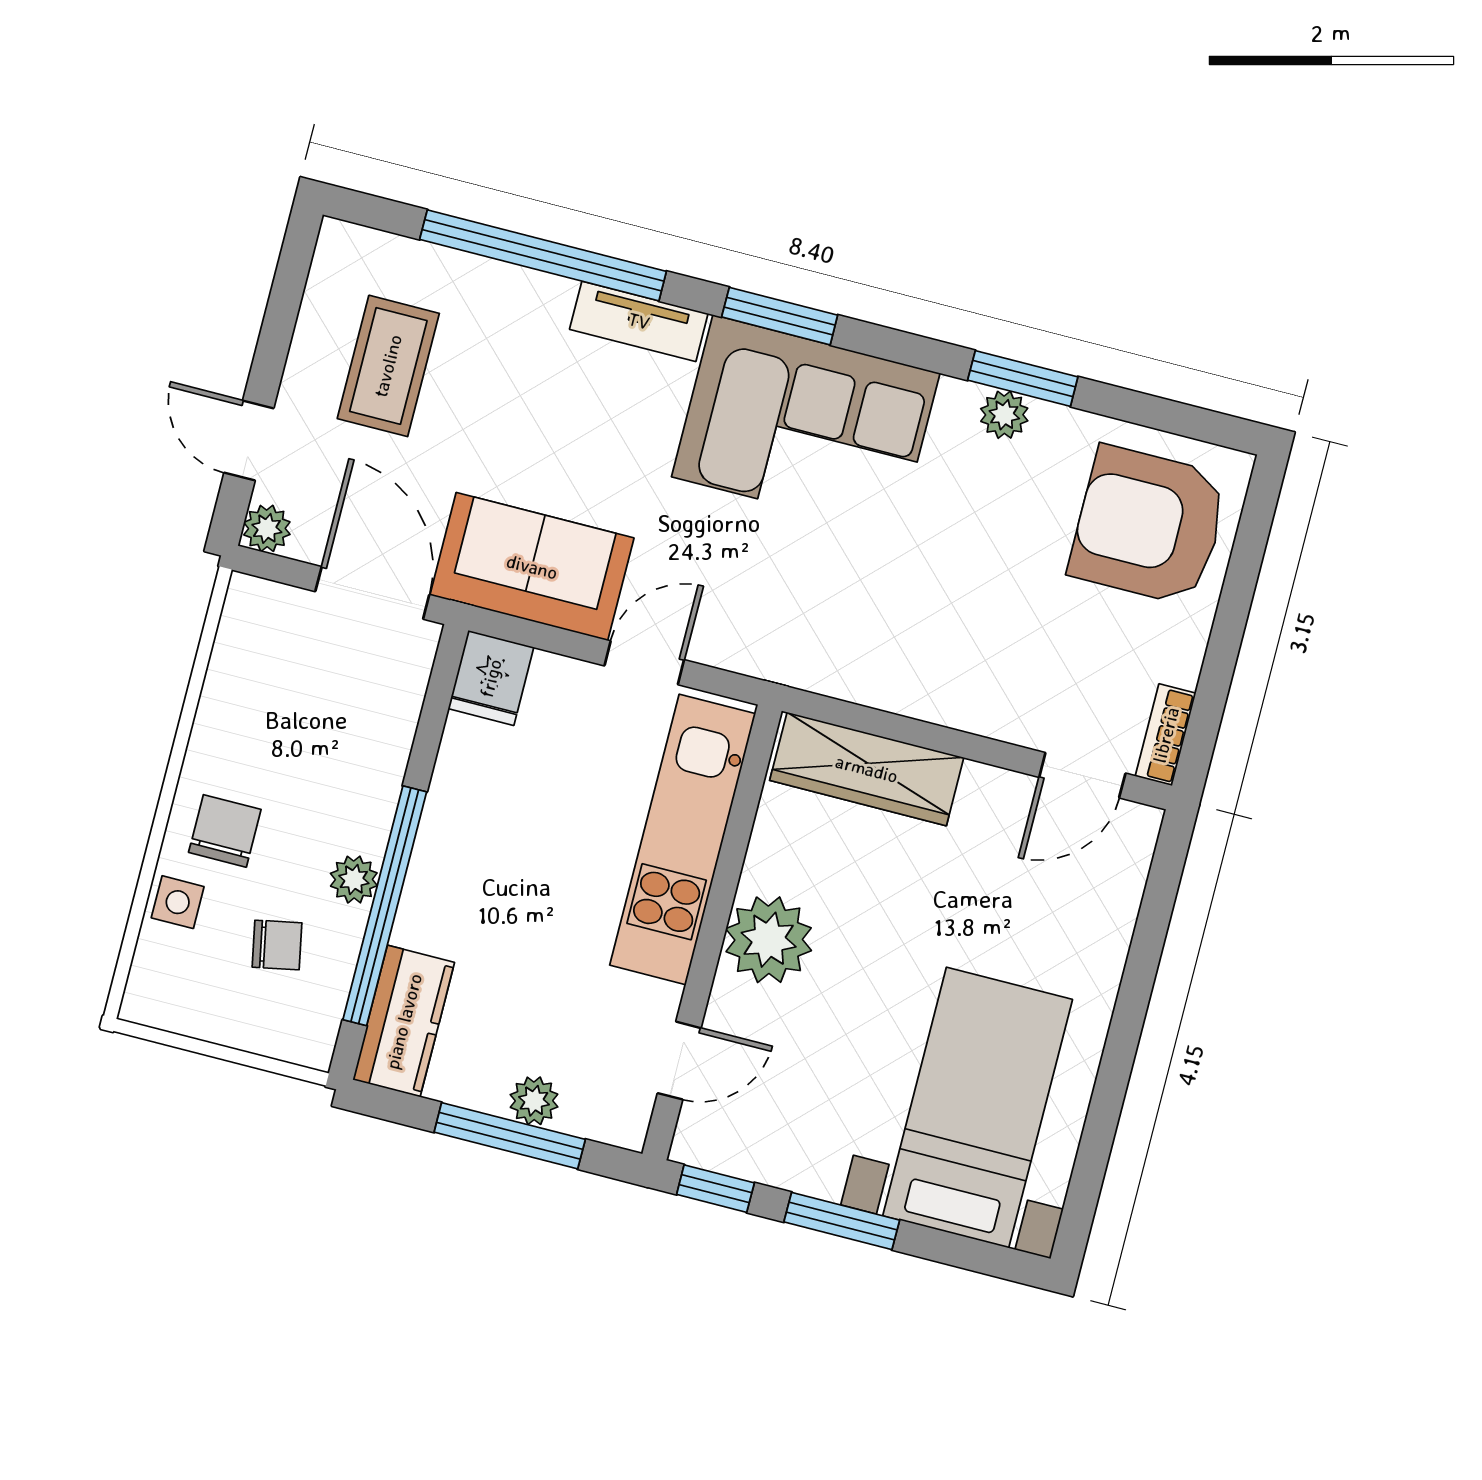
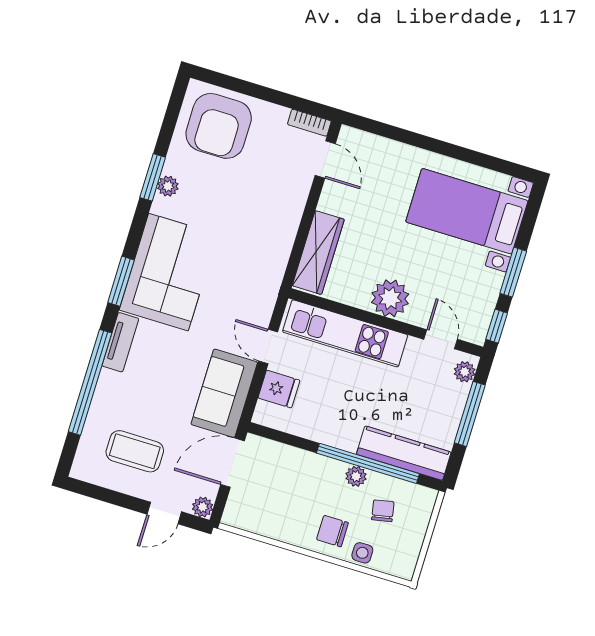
fridge: (491, 678) -> (279, 389), moved
kitchen counter: (404, 1021) -> (404, 453), width x1.50
plant: (534, 1101) -> (465, 372), moved

